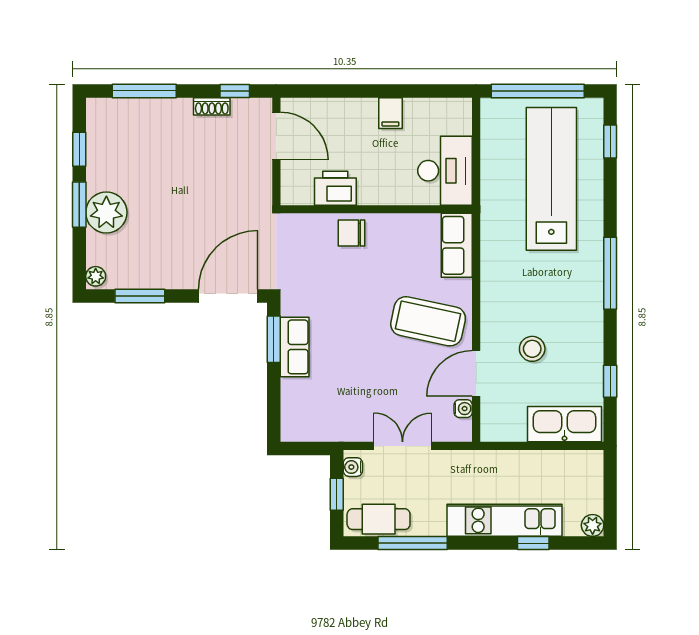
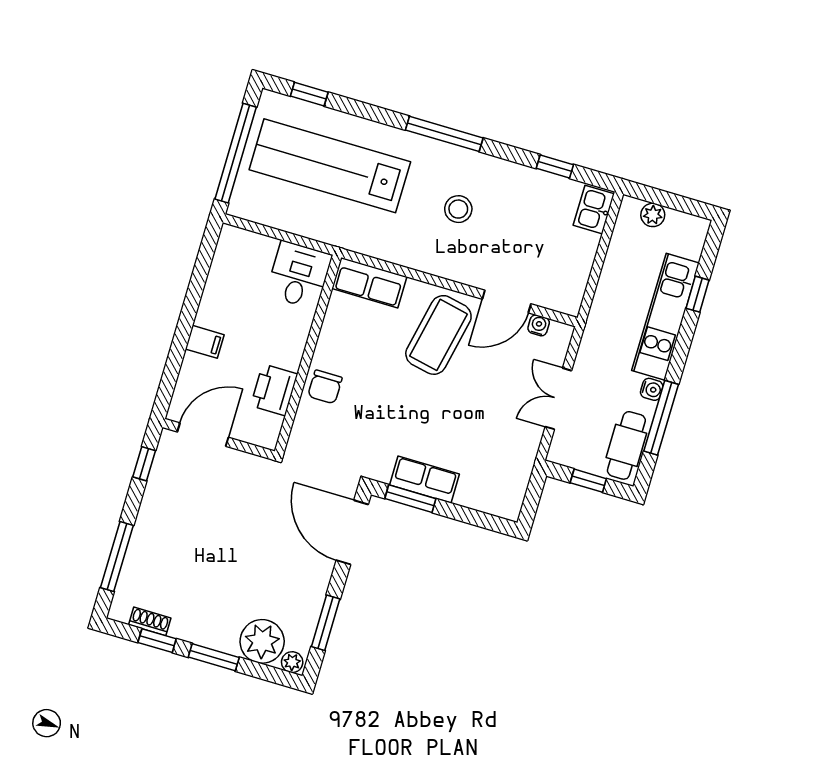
shoe rack: (212, 106) -> (150, 621), moved, turned -90
filing cabinet: (390, 113) -> (205, 342), moved
desk: (445, 171) -> (299, 275), width x0.73
plant: (106, 212) -> (262, 641), moved
stool: (532, 349) -> (458, 209), moved
door: (476, 373) -> (507, 302), hinge flipped
kitchen sink: (564, 424) -> (594, 210), width x0.53, depth x0.81
water cooler: (353, 467) -> (652, 389), moved, turned -90
plant: (593, 525) -> (653, 215), moved

